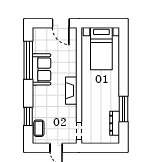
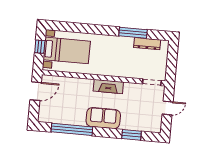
window: (103, 23) -> (40, 47), added
sofa: (41, 69) -> (103, 118), moved
coffee table: (39, 128) -> (145, 125), removed

